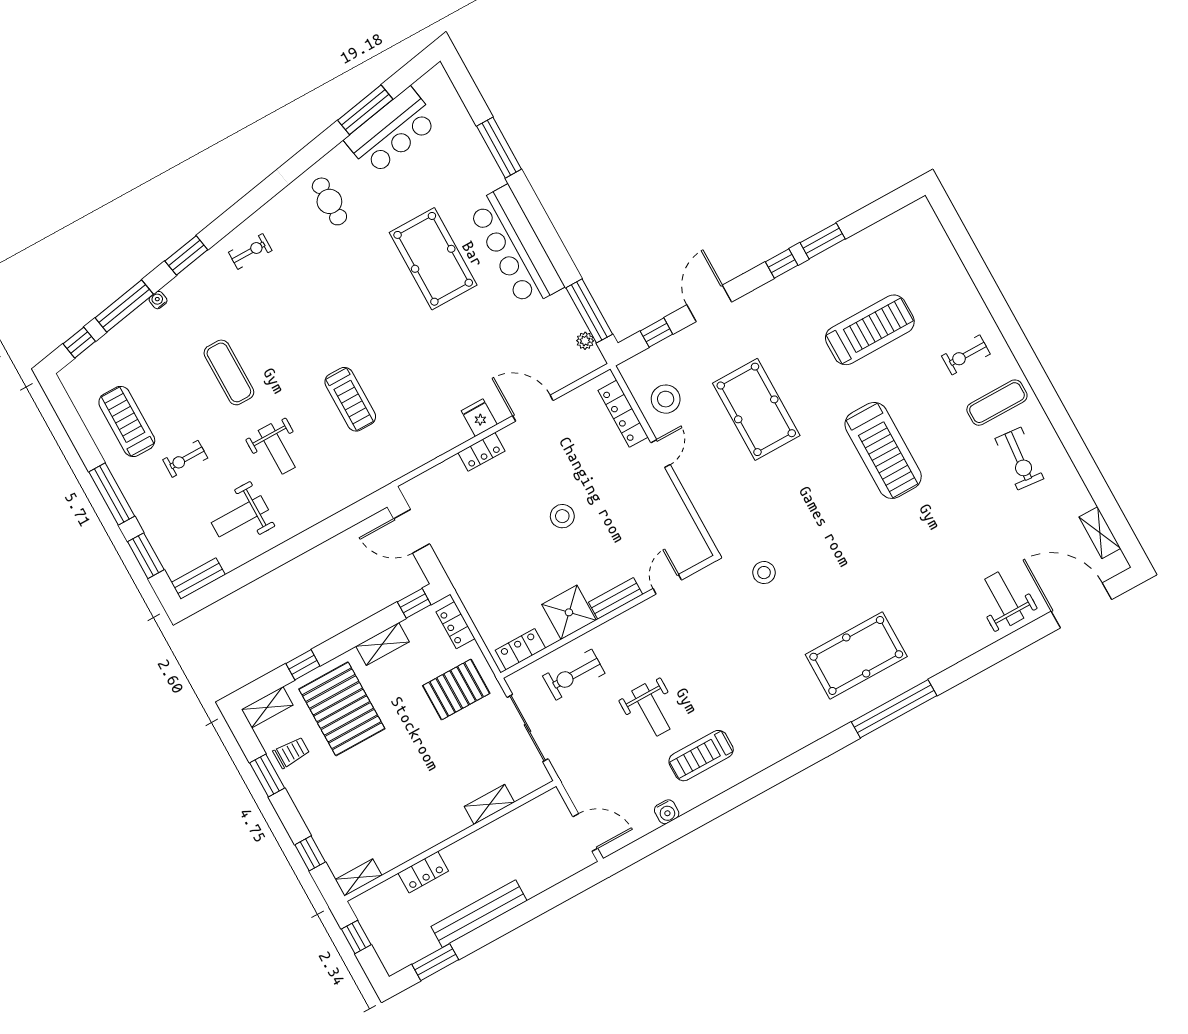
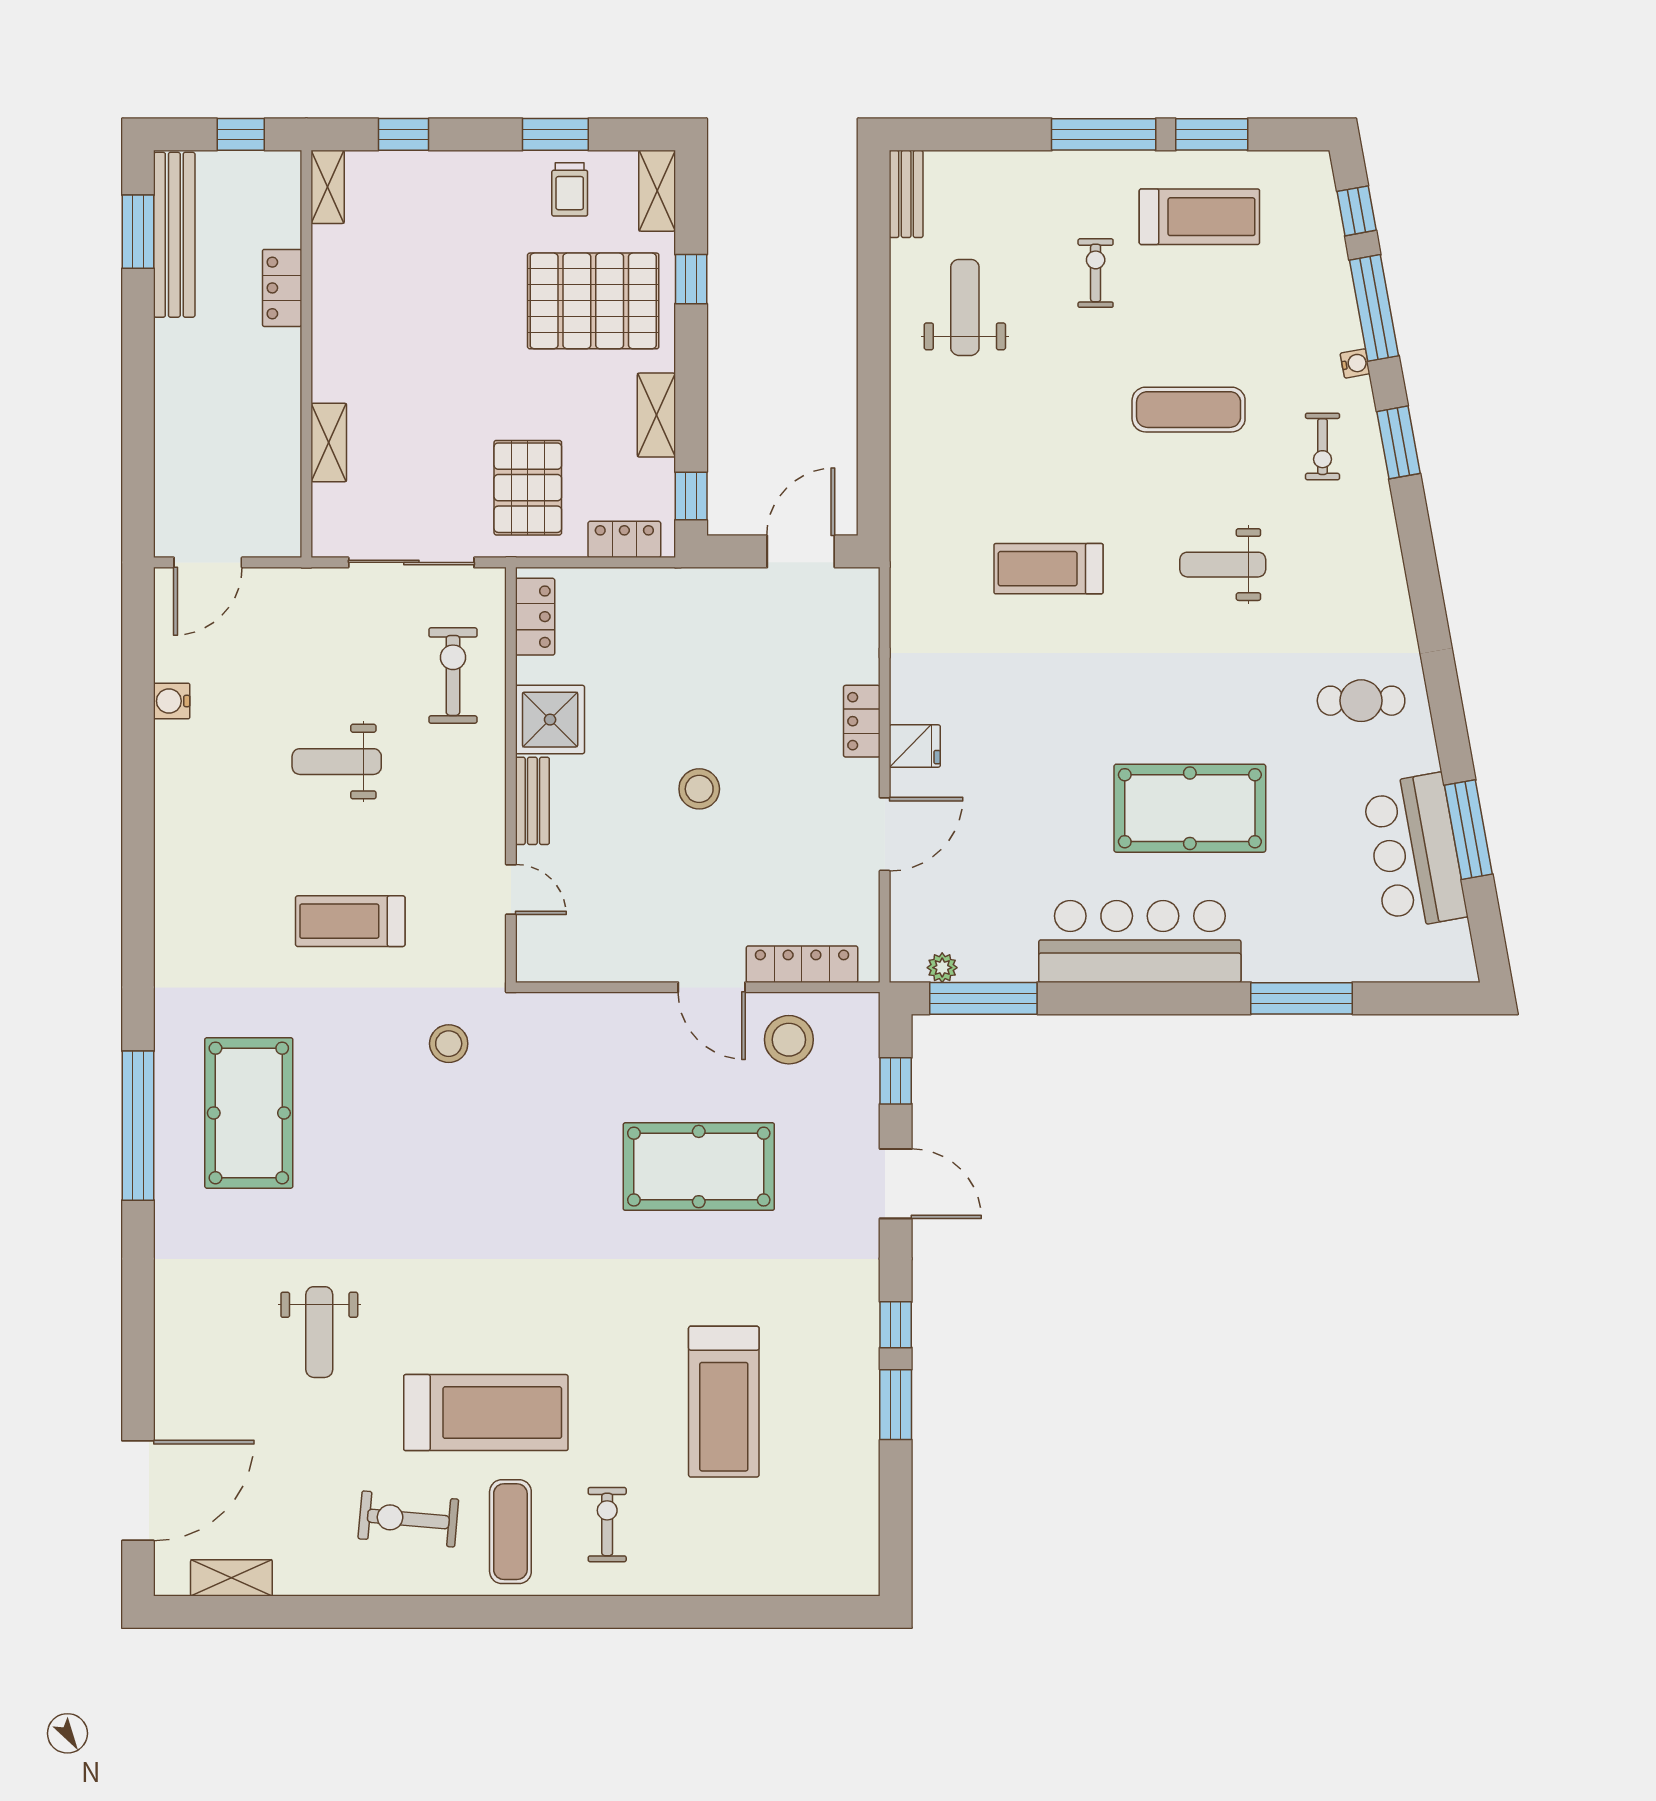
exercise bike: (250, 251) -> (1322, 447), moved
weight bench: (277, 449) -> (1223, 565), moved
treadmill: (883, 450) -> (486, 1413), moved, turned 180
door: (661, 454) -> (712, 987), width x1.38
window: (146, 556) -> (1212, 134), moved
weight bench: (1004, 599) -> (319, 1332), moved, turned 90
treadmill: (701, 756) -> (350, 921), moved, turned -90
bench: (479, 914) -> (174, 235), moved

